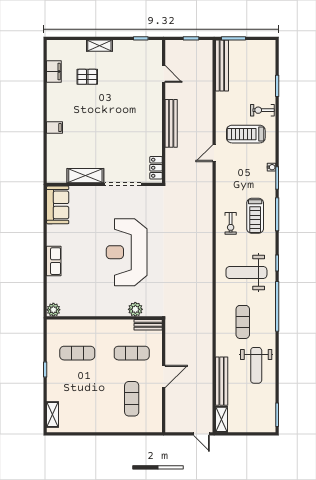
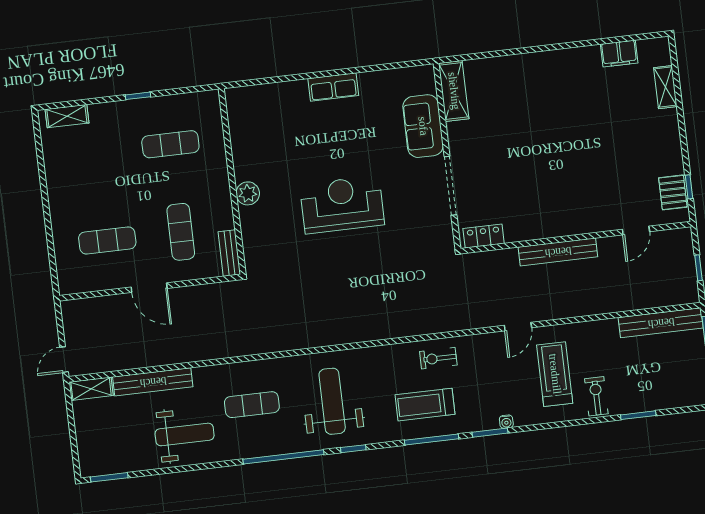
shelving: (99, 46) -> (665, 87), moved
pallet: (87, 77) -> (673, 192), moved
filing cabinet: (55, 128) -> (529, 65), removed
door: (214, 153) -> (518, 327), swing flipped
shelving: (85, 176) -> (454, 91), moved
sofa: (58, 205) -> (423, 126), moved, turned 90
exercise bike: (231, 223) -> (438, 358), moved
reception desk: (127, 252) -> (342, 205), width x0.74, depth x0.77
row of seats: (54, 261) -> (333, 87), moved
plant: (135, 309) -> (248, 193), moved
plant: (53, 310) -> (236, 98), removed
exercise mat: (77, 353) -> (170, 144), turned 90
weight bench: (256, 365) -> (185, 434), turned 180

